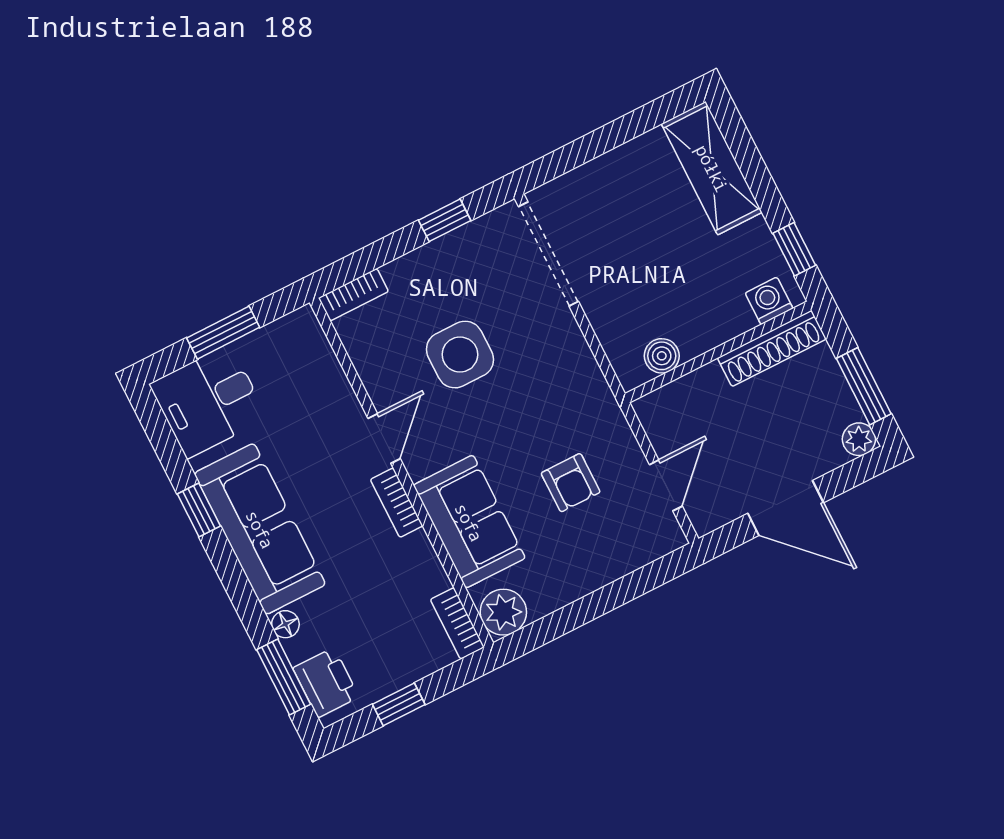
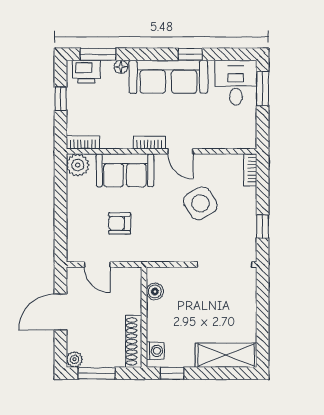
window: (223, 333) -> (263, 88), moved
side table: (460, 355) -> (200, 203), turned -31

